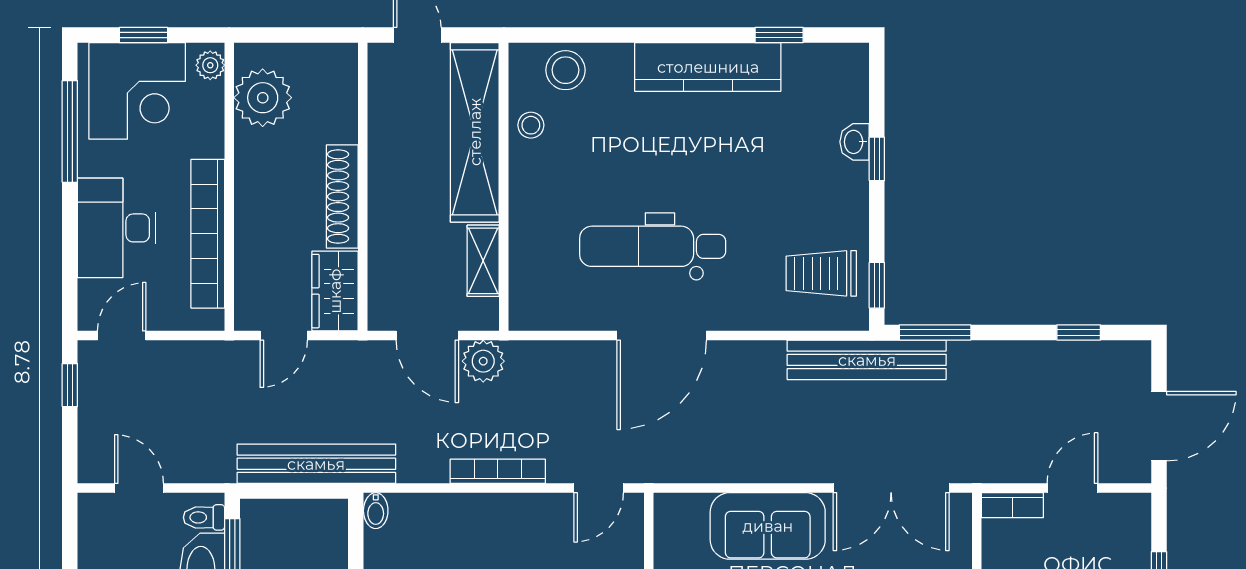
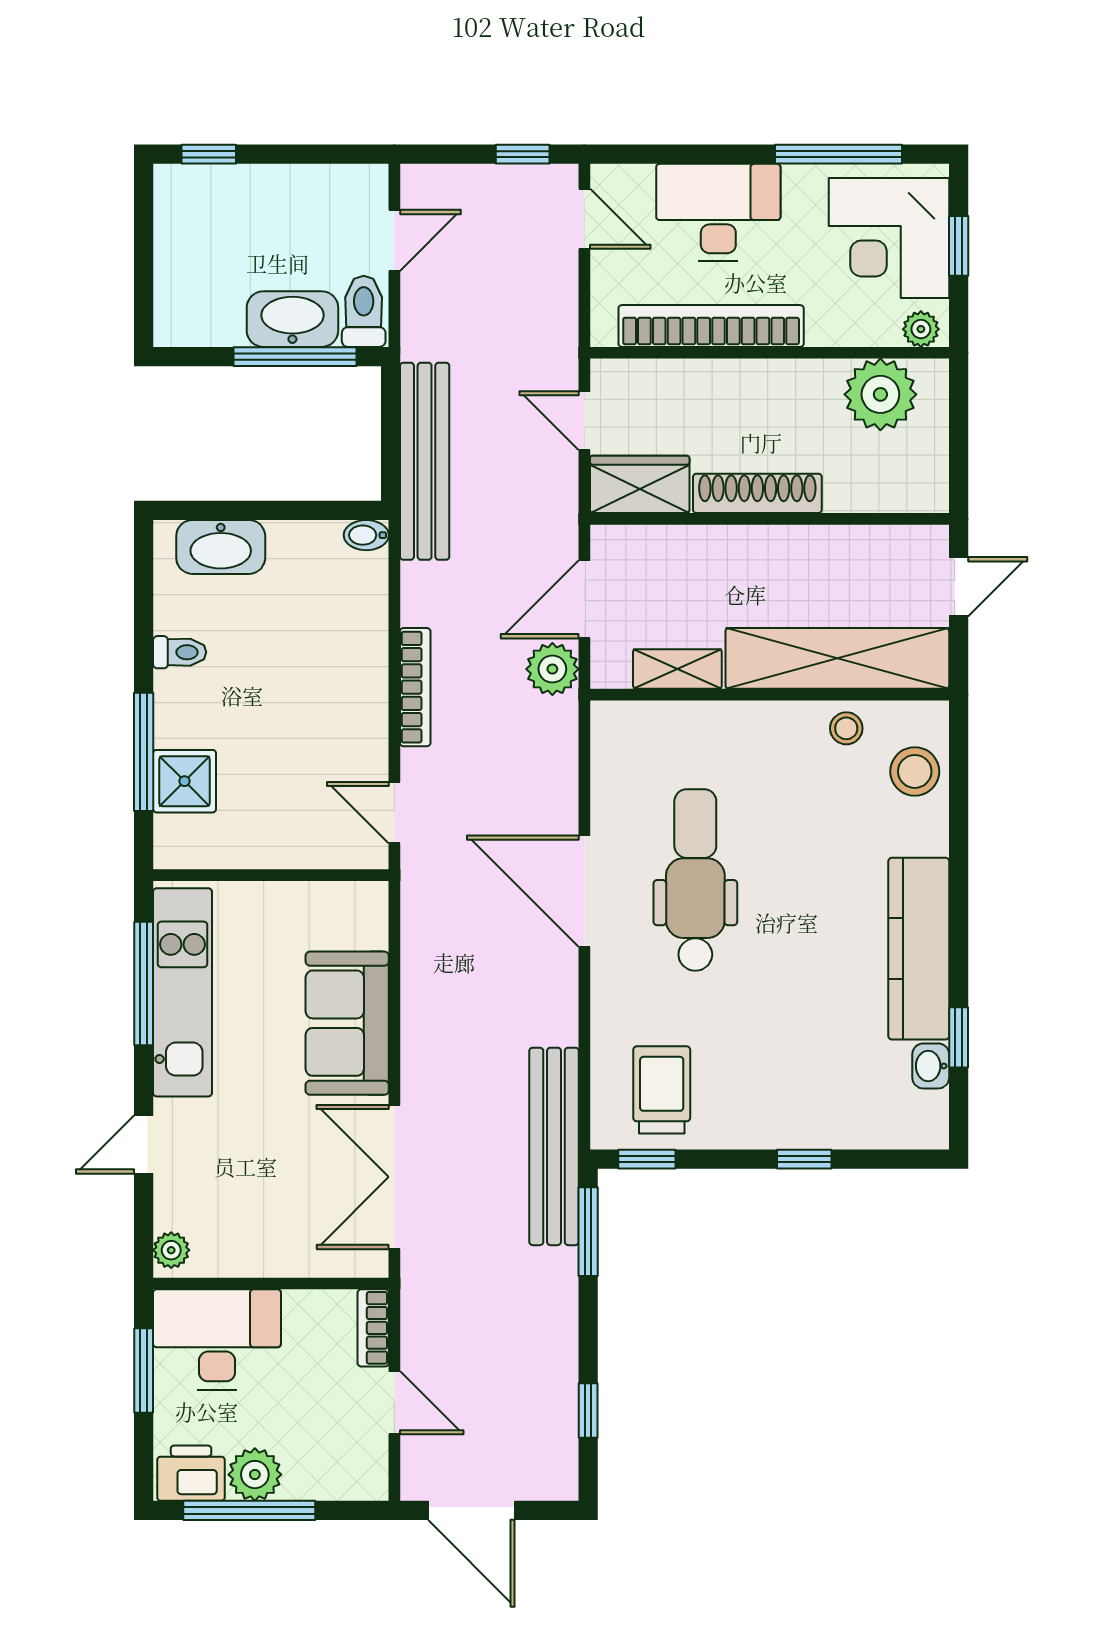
washbasin: (854, 142) -> (931, 1066), moved, turned -90
toilet: (204, 517) -> (364, 311), width x1.37, depth x1.39

